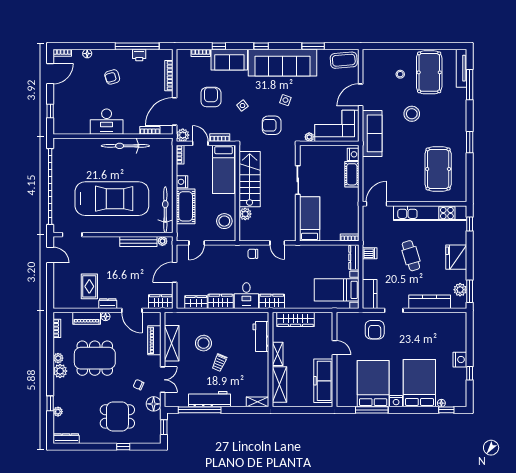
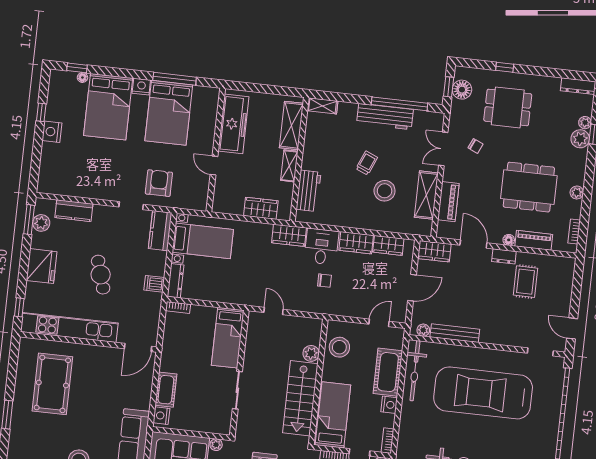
chair: (253, 254) -> (324, 281), moved
kitchen counter: (430, 302) -> (74, 211), width x0.67
wardrobe: (296, 319) -> (261, 208), width x0.67
plant: (60, 371) -> (580, 139), moved
floor lamp: (154, 404) -> (462, 90), moved

